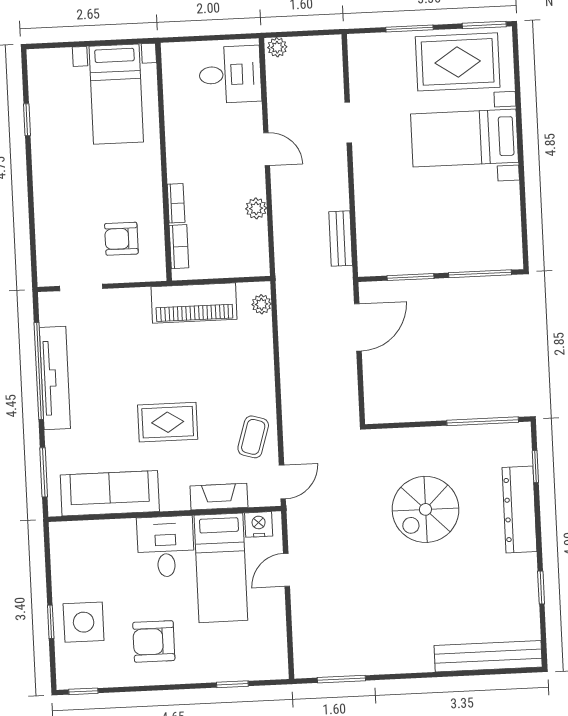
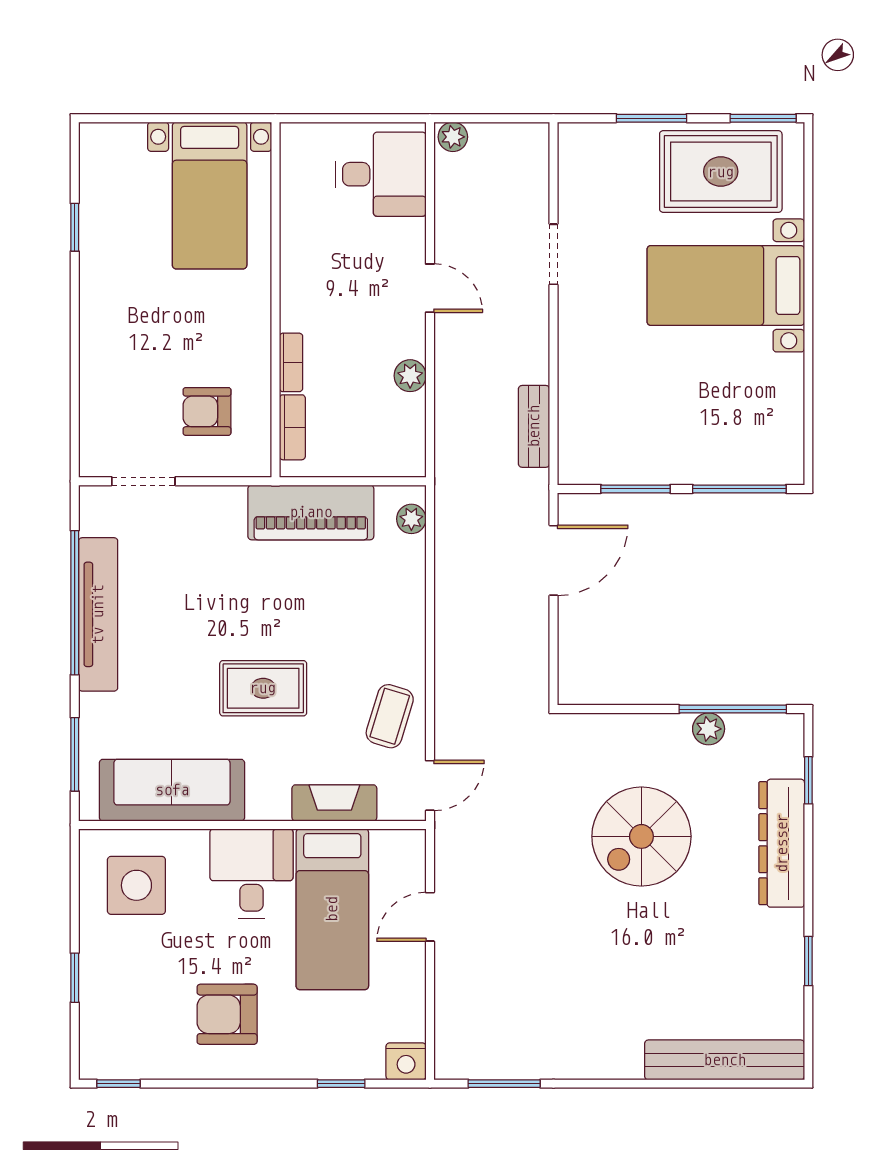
plant: (467, 435) -> (709, 729), added
nightstand: (259, 524) -> (406, 1061), moved, turned 180
side table: (84, 622) -> (136, 885), moved

